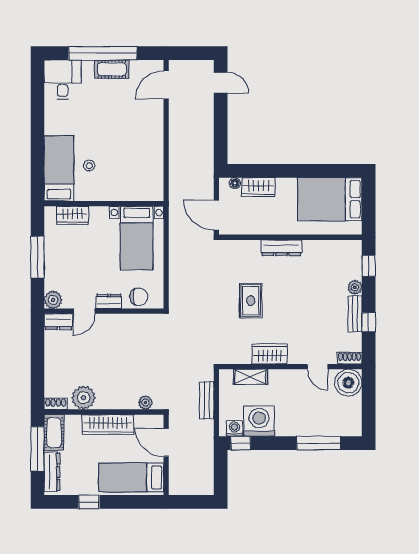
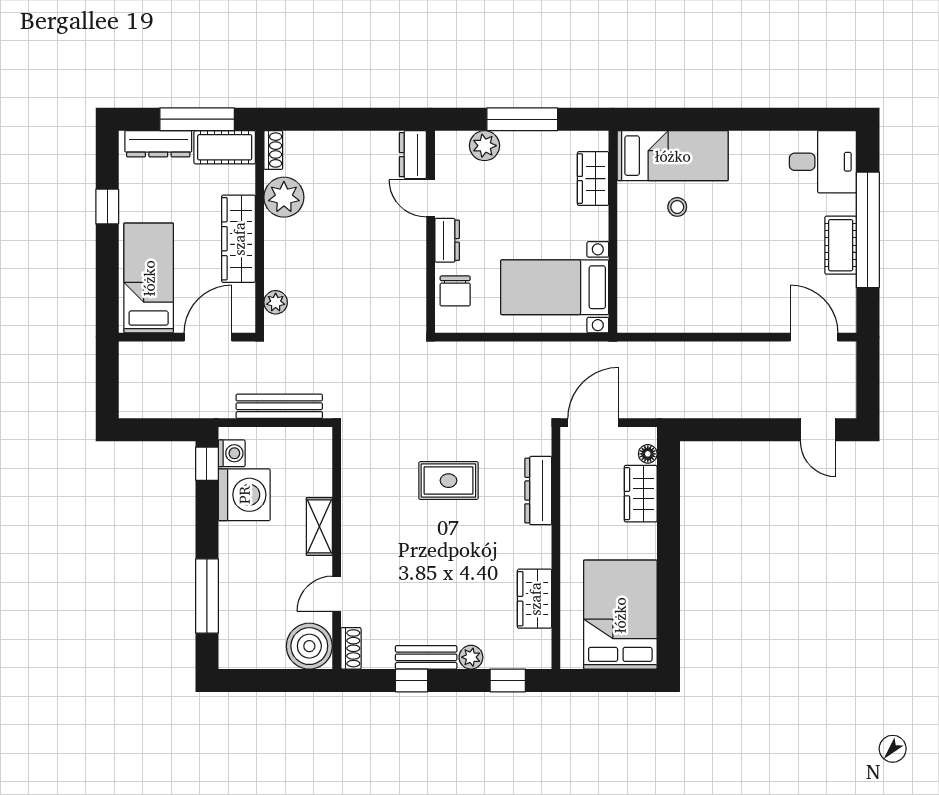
door: (221, 83) -> (818, 430), hinge flipped
dresser: (281, 248) -> (538, 491), moved
plant: (53, 300) -> (484, 146), moved
wardrobe: (270, 354) -> (535, 599), moved, turned 180
shelving: (250, 377) -> (319, 526), moved
bench: (207, 400) -> (279, 406), width x1.36

